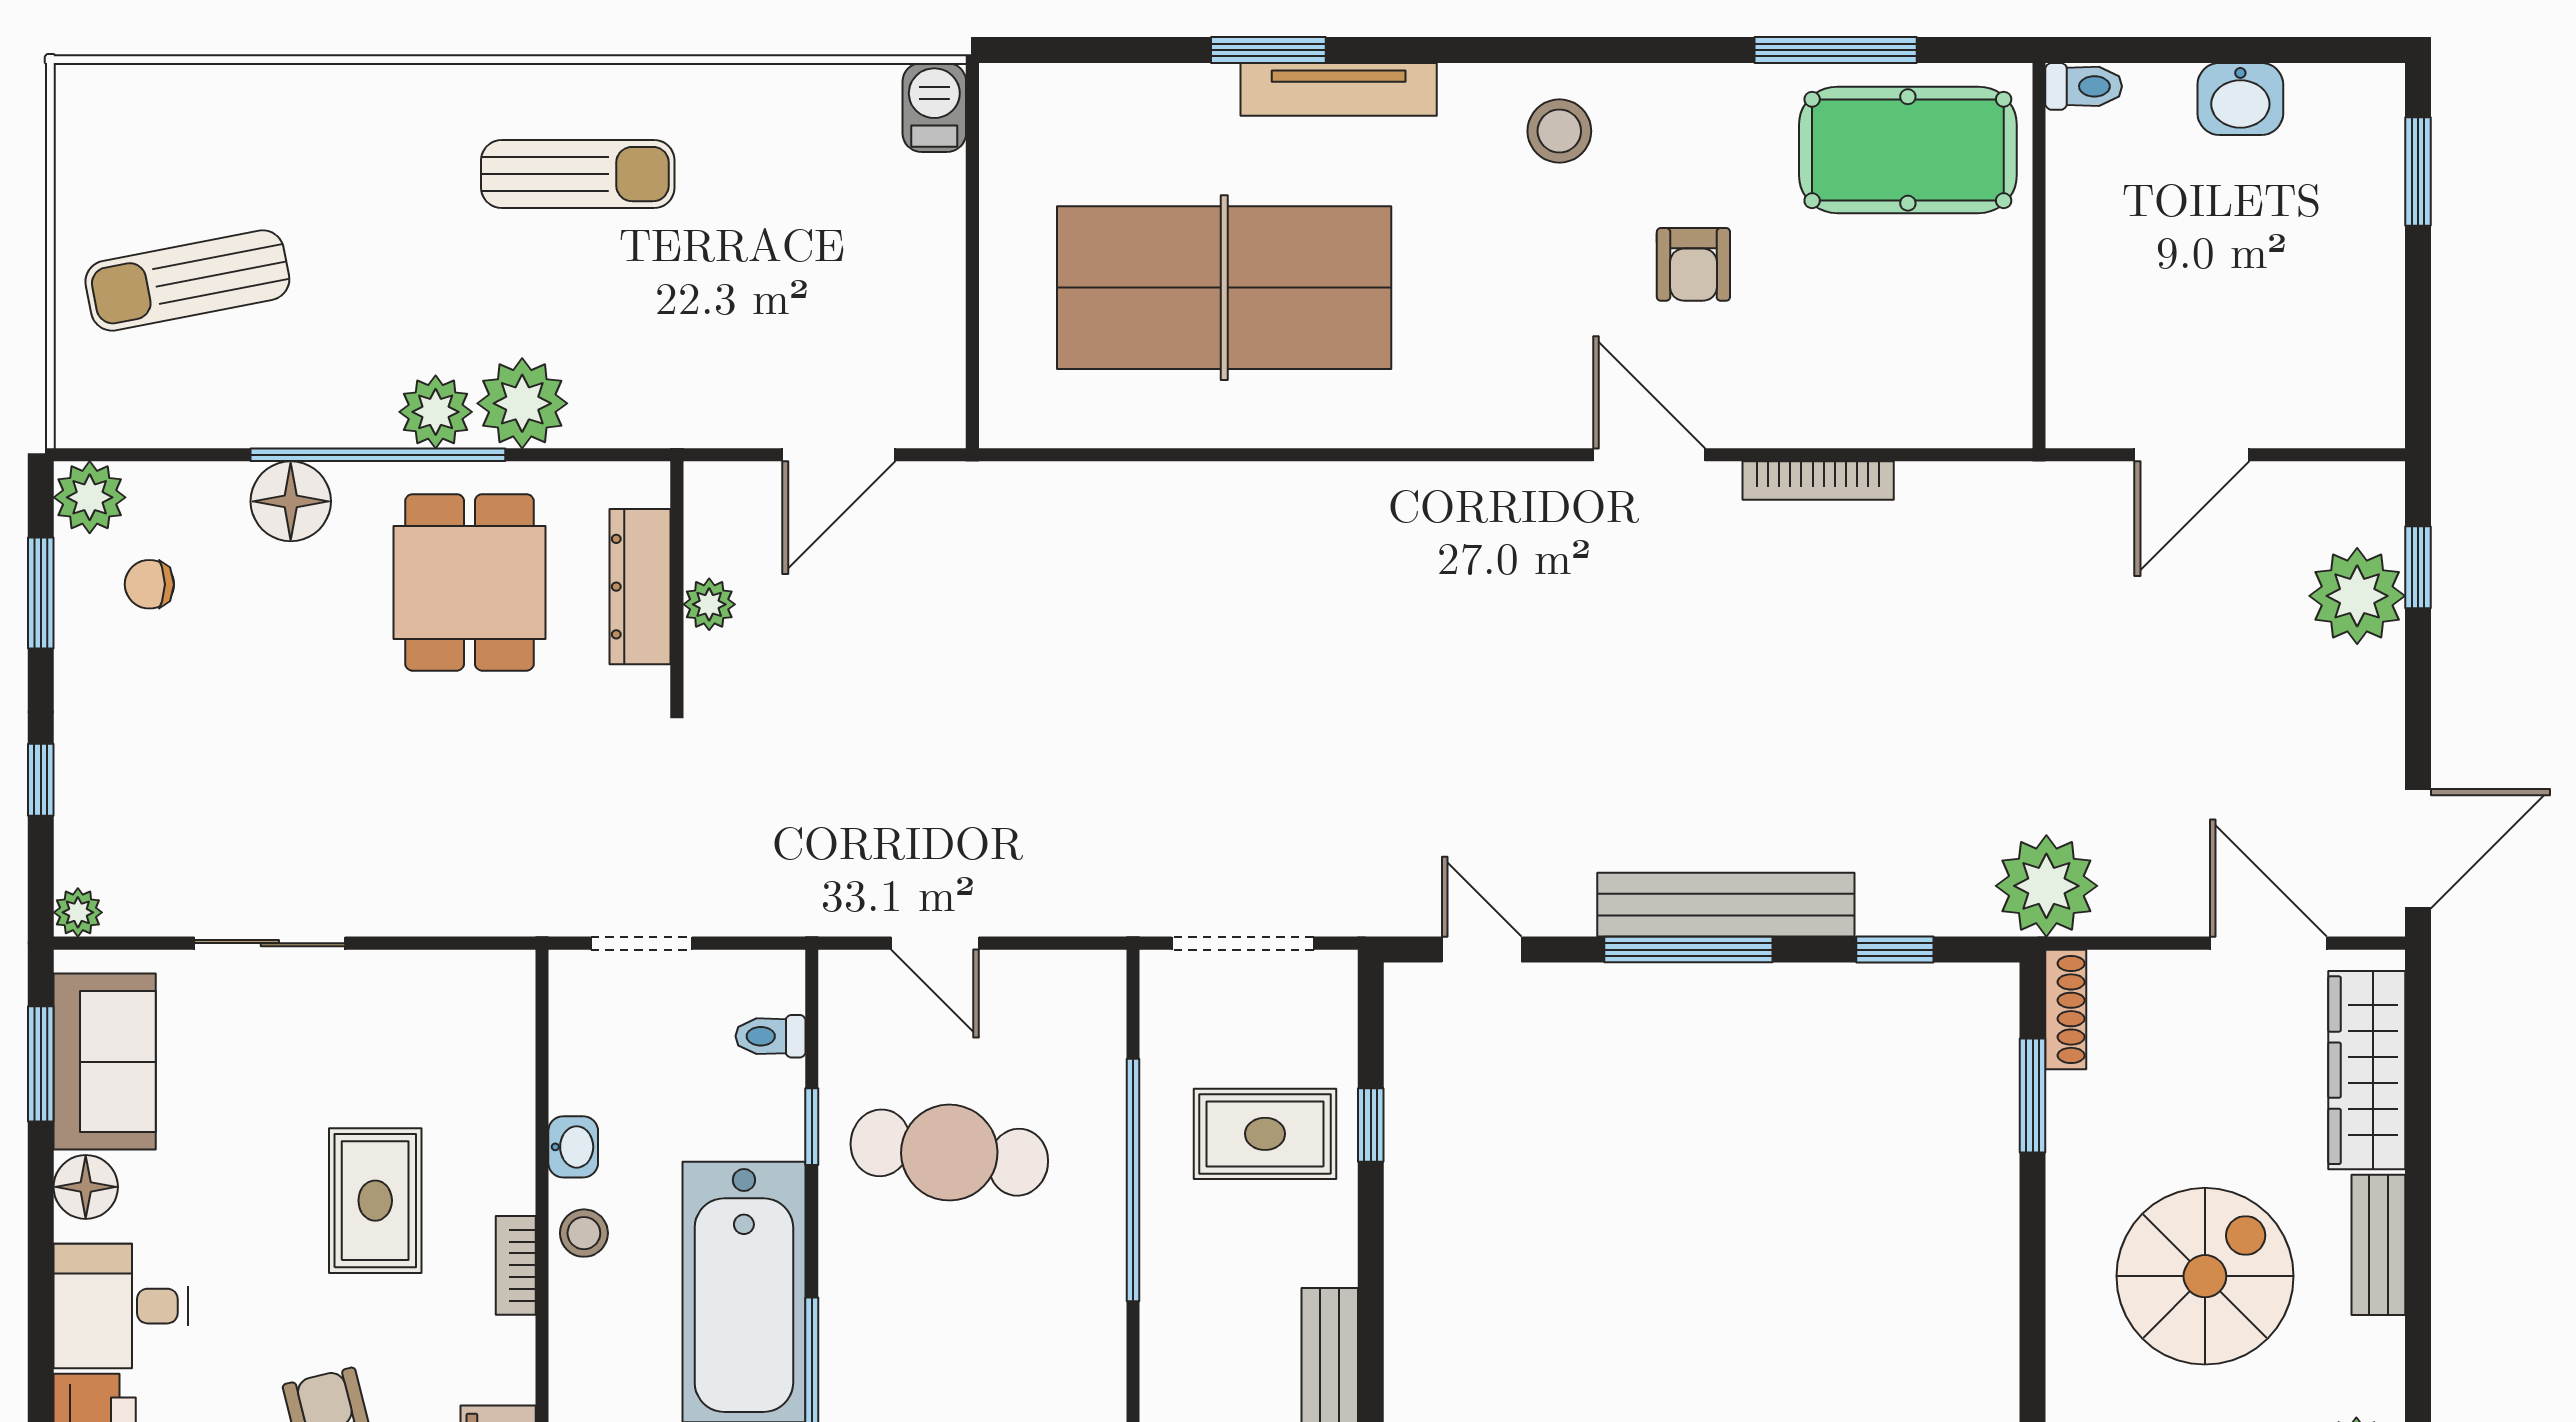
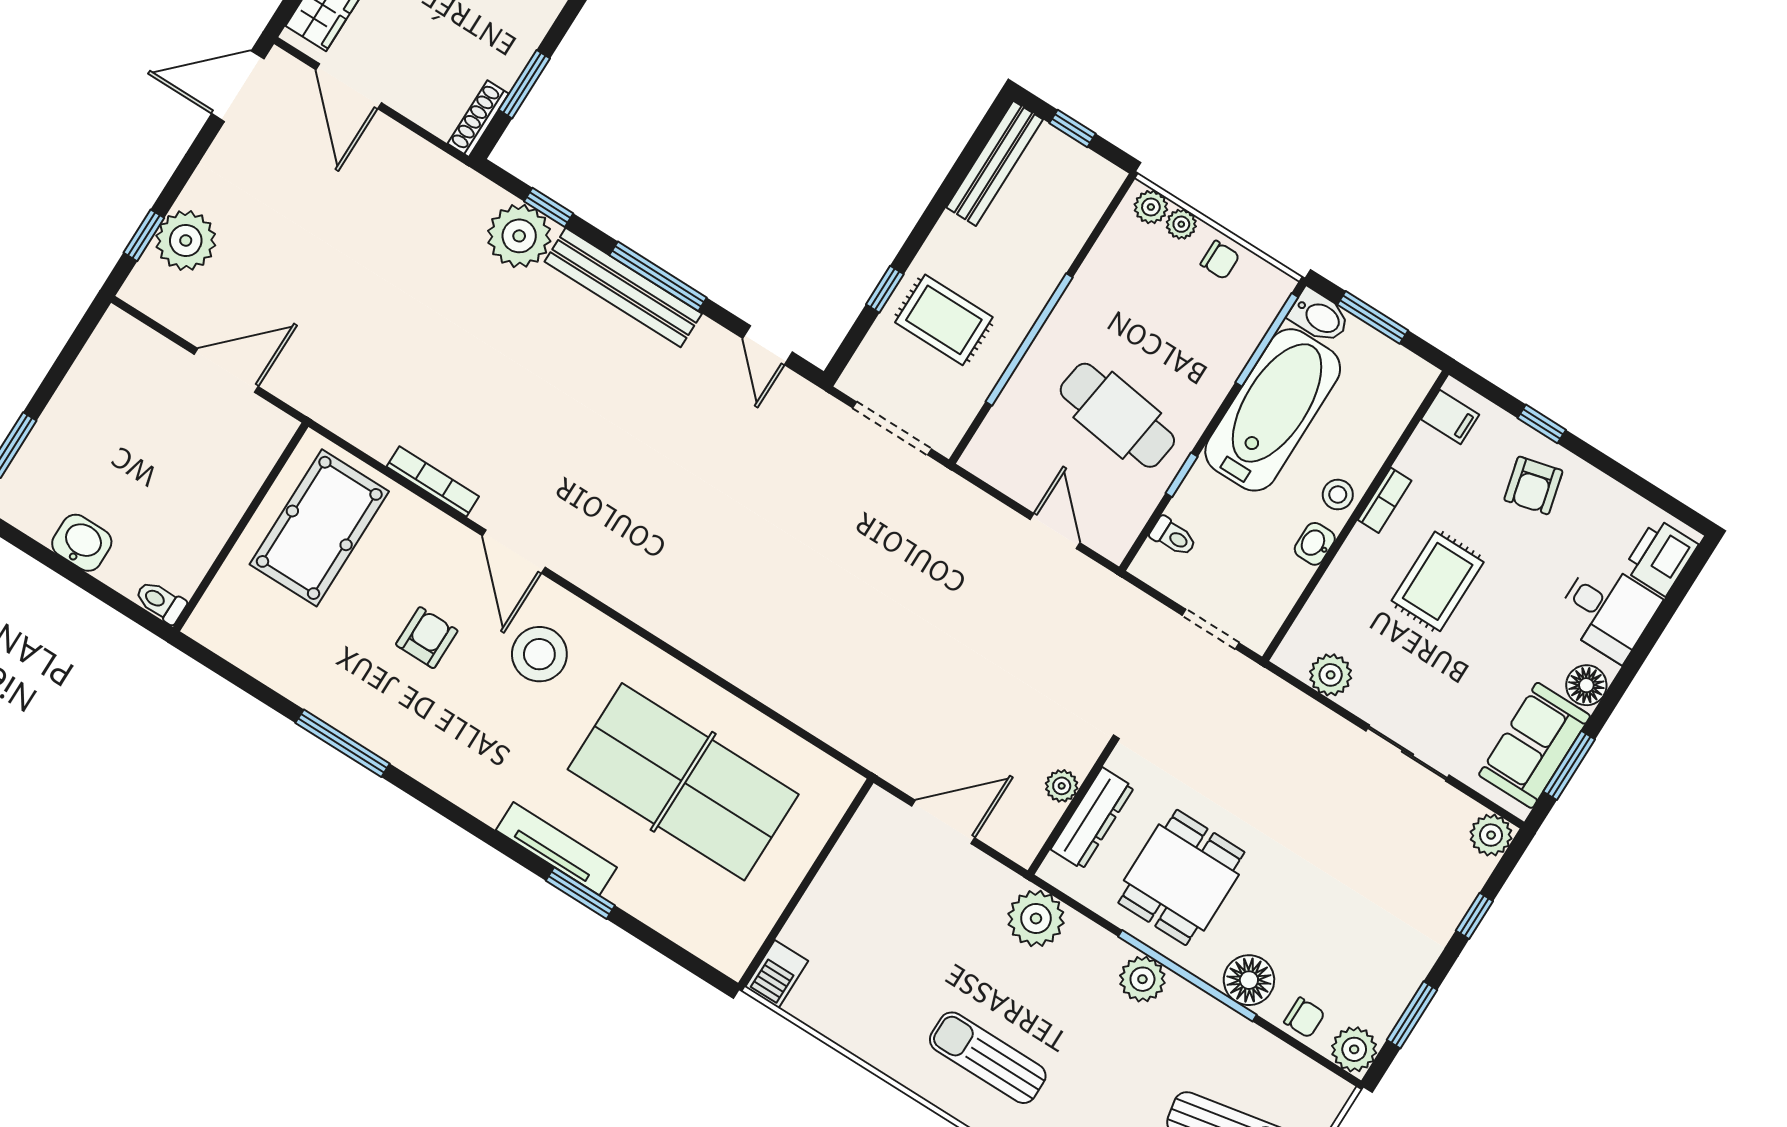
window: (1836, 50) -> (343, 743), moved
stool: (1559, 131) -> (539, 654), moved, width x1.38, depth x1.38
pool table: (1908, 150) -> (319, 528), moved, turned 90
plant: (522, 403) -> (1036, 918), moved
chair: (149, 584) -> (1304, 1018), moved
plant: (2046, 886) -> (519, 236), moved
plant: (78, 912) -> (1491, 835), width x1.38, depth x1.38
plant: (440, 983) -> (1331, 675), added

